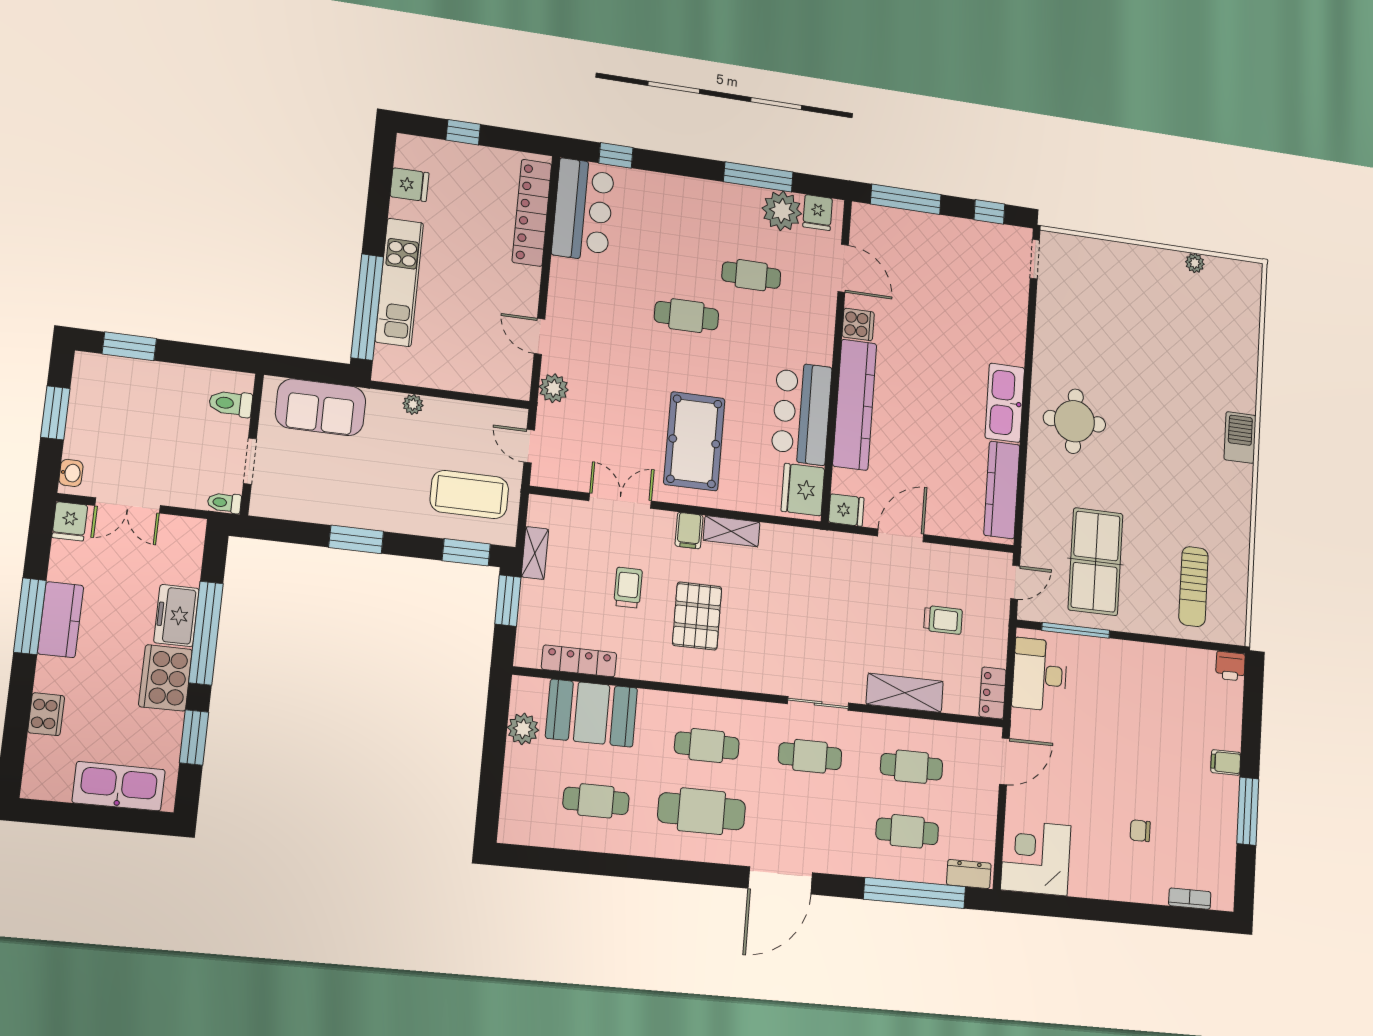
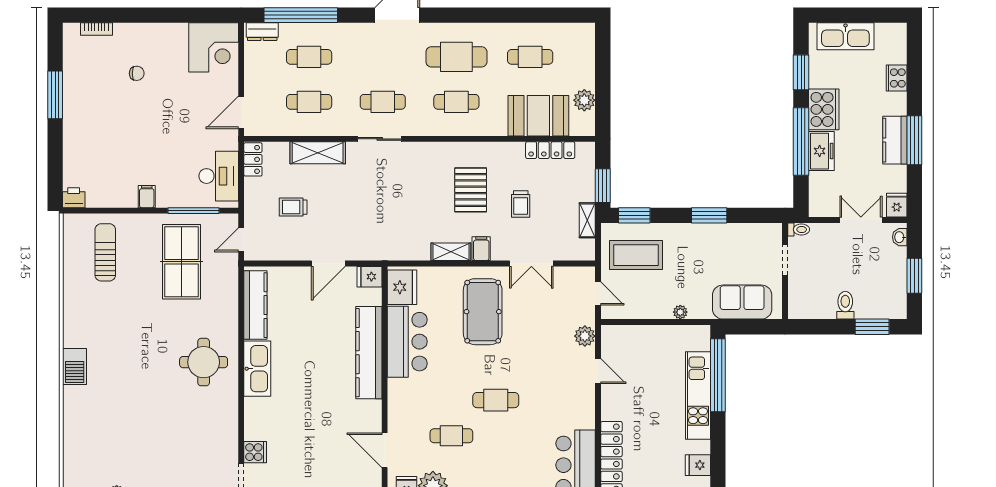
cooker: (858, 324) -> (255, 452), moved, turned 180
toilet: (231, 403) -> (845, 305), moved, turned -90
filing cabinet: (1226, 762) -> (147, 197), moved, turned -90

